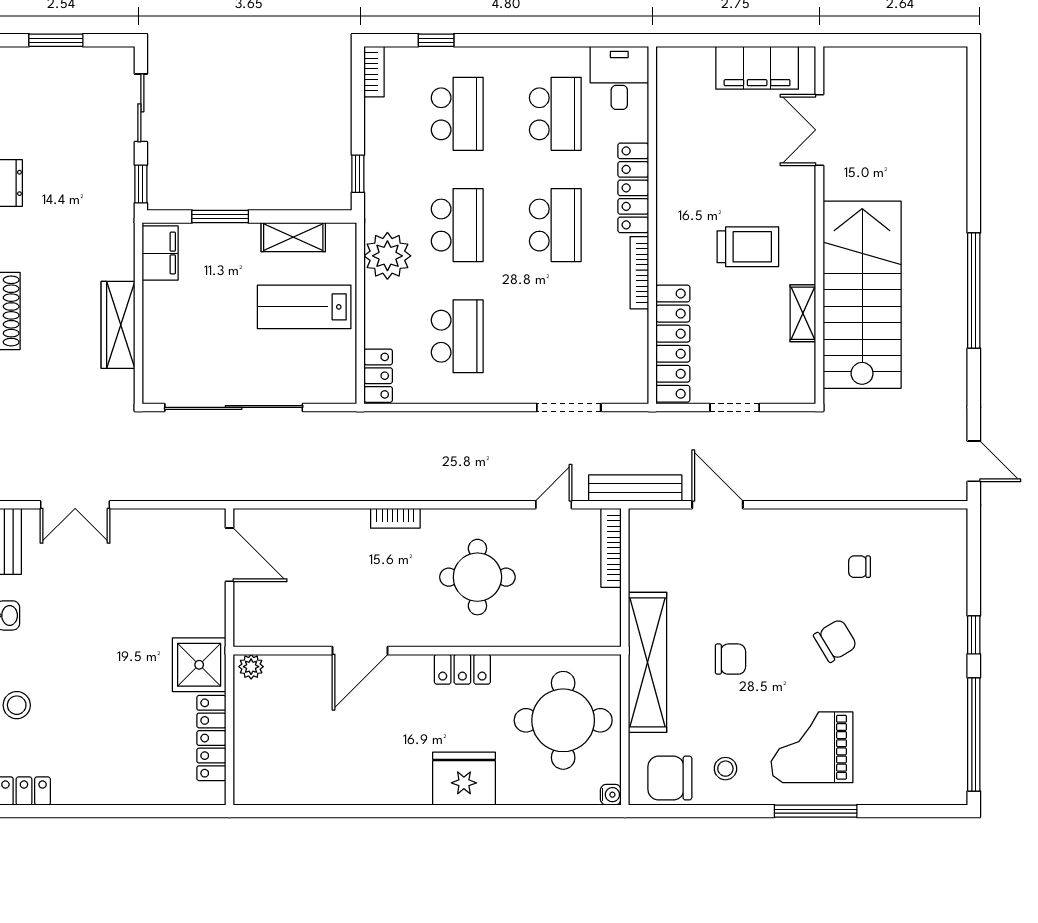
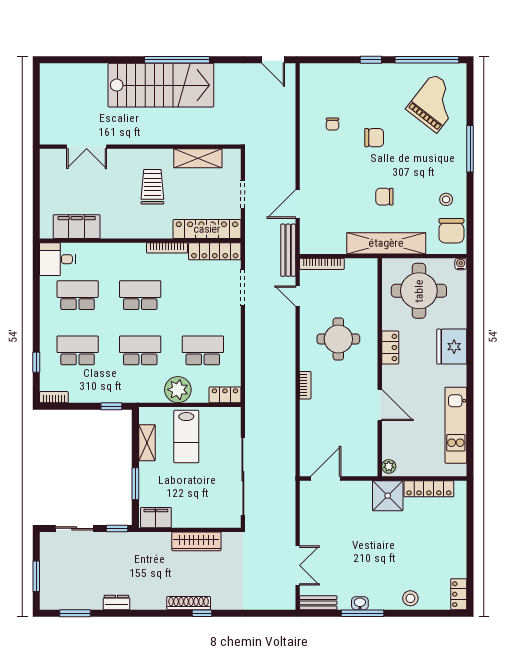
filing cabinet: (757, 68) -> (77, 227), moved, turned -90
locker: (633, 188) -> (215, 251), moved
plant: (387, 256) -> (178, 390), moved
stairs: (862, 295) -> (161, 85), moved, turned 180
shelving: (803, 313) -> (198, 158), width x1.50, depth x1.33
door: (974, 461) -> (273, 60), swing flipped
chair: (835, 641) -> (374, 138), turned 121
chair: (730, 659) -> (384, 197), turned -90
grand piano: (812, 747) -> (435, 103), moved, turned -142
kitchen unit: (324, 786) -> (456, 425), added

